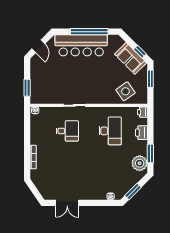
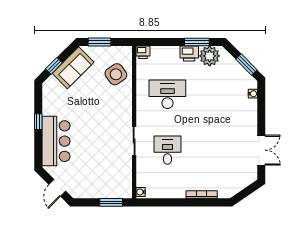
window: (89, 32) -> (38, 122), width x0.32
bar counter: (81, 45) -> (56, 141), width x0.73
door: (38, 46) -> (57, 188), swing flipped
window: (140, 52) -> (54, 66), moved
printer: (141, 133) -> (189, 54), moved

